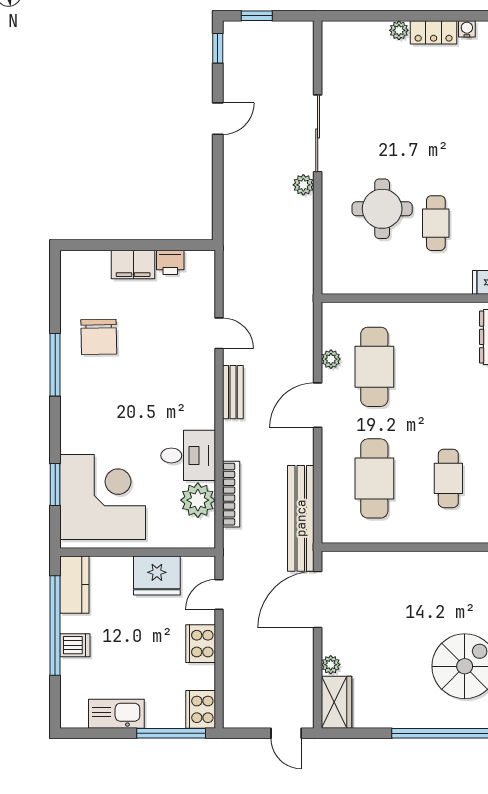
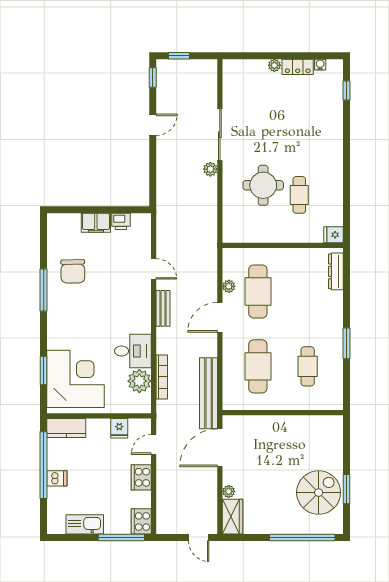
fridge: (157, 575) -> (119, 428), width x0.53, depth x0.75
kitchen counter: (74, 585) -> (66, 428), moved, turned 90

